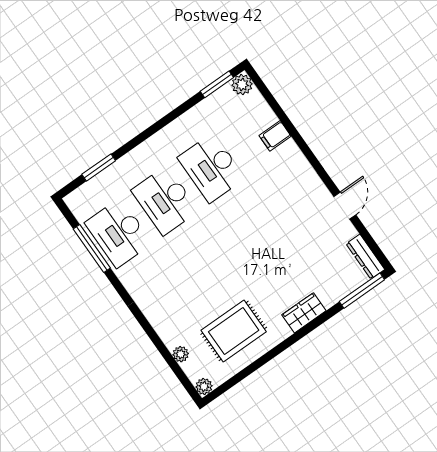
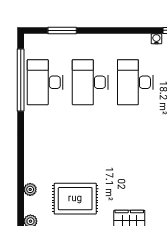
water cooler: (202, 108) -> (156, 39), added
window: (92, 249) -> (21, 80), width x1.46

